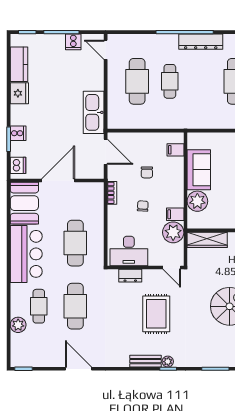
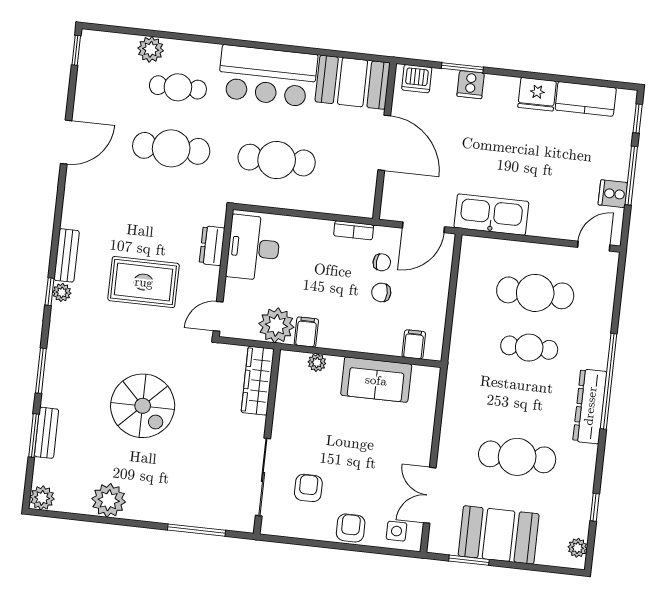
plant: (197, 201) -> (317, 363), width x0.53, depth x0.53
chair: (143, 206) -> (382, 262), moved

